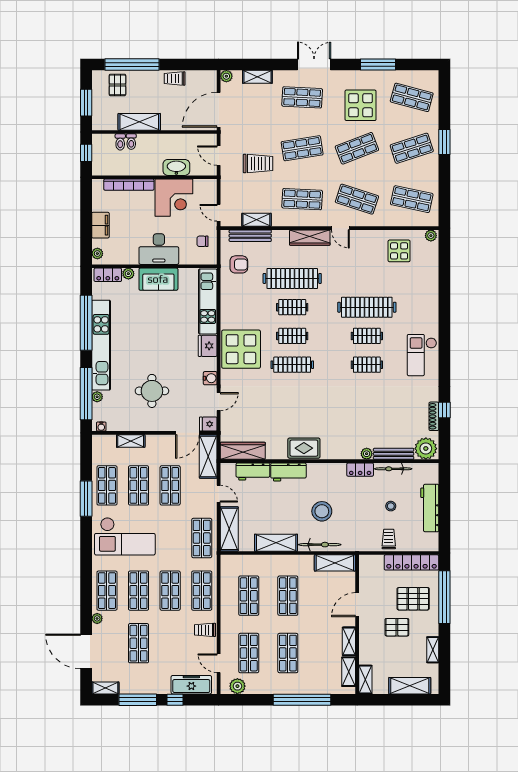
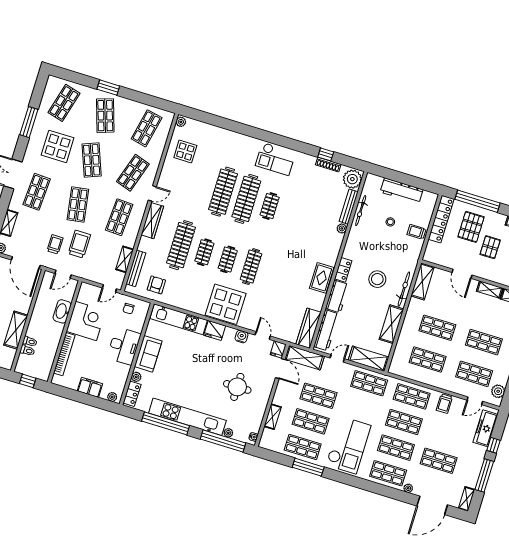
trolley: (249, 136) -> (55, 244), added
clothes rail: (367, 336) -> (246, 199), width x1.86, depth x1.31
locker: (360, 470) -> (343, 270), moved
workbench: (253, 472) -> (326, 330), width x1.38

